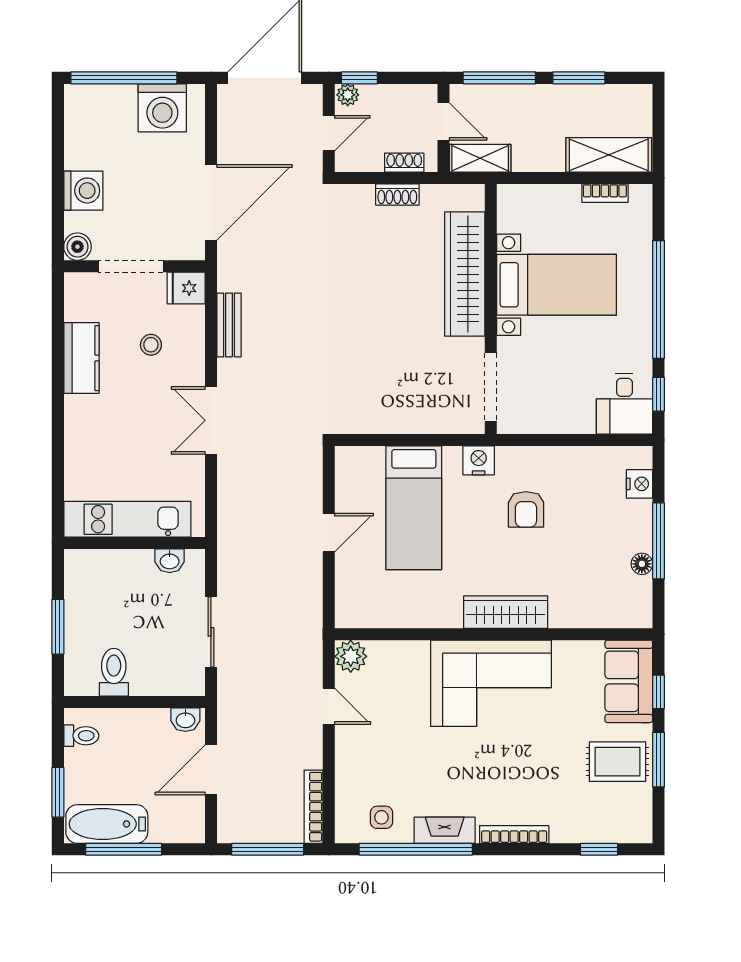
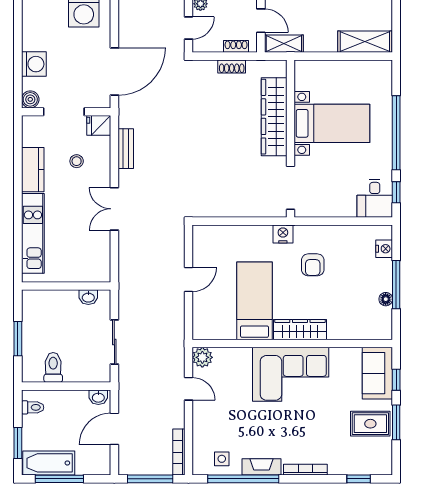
bookcase: (605, 193) -> (362, 66), removed
bed: (414, 508) -> (254, 301), moved, turned 180
kitchen unit: (127, 519) -> (33, 233), moved, turned 90

